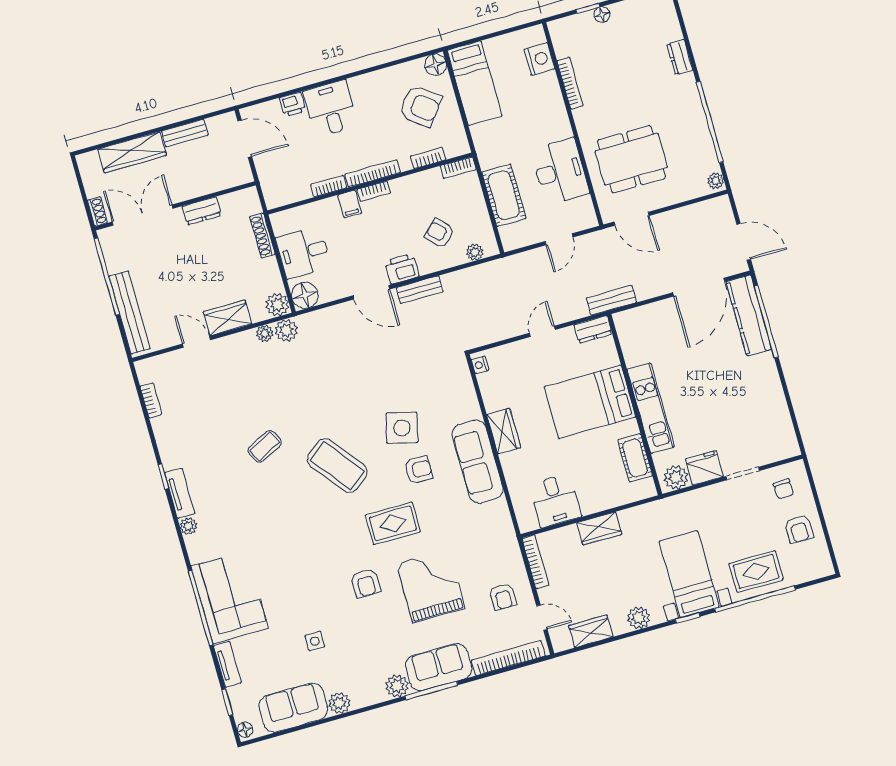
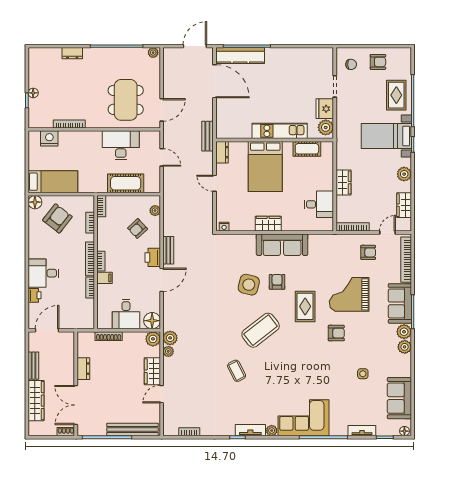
corner sofa: (230, 597) -> (303, 418), moved
plant: (339, 703) -> (405, 347), moved

